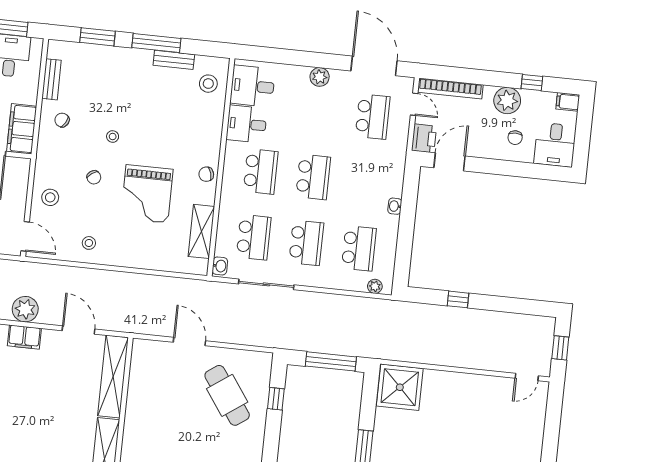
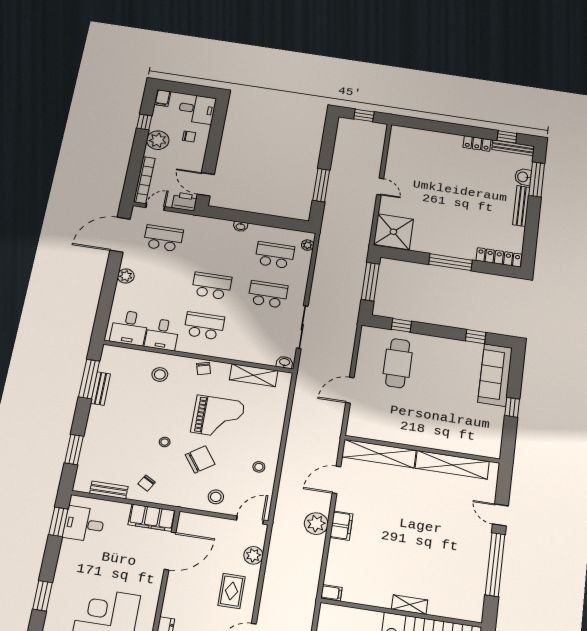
window: (156, 43) -> (89, 379), moved
stool: (208, 84) -> (160, 374), moved
chair: (94, 177) -> (200, 459), width x1.87, depth x1.87
school desk: (254, 237) -> (261, 334), removed
window: (458, 299) -> (321, 185), width x2.17
door: (527, 377) -> (380, 186), moved
cafe table: (227, 395) -> (398, 363), turned -55

